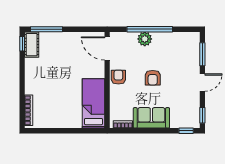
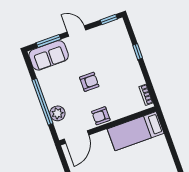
plant: (145, 39) -> (57, 113), moved
sofa: (151, 118) -> (49, 55), moved, turned -90
window: (186, 131) -> (138, 52), moved

